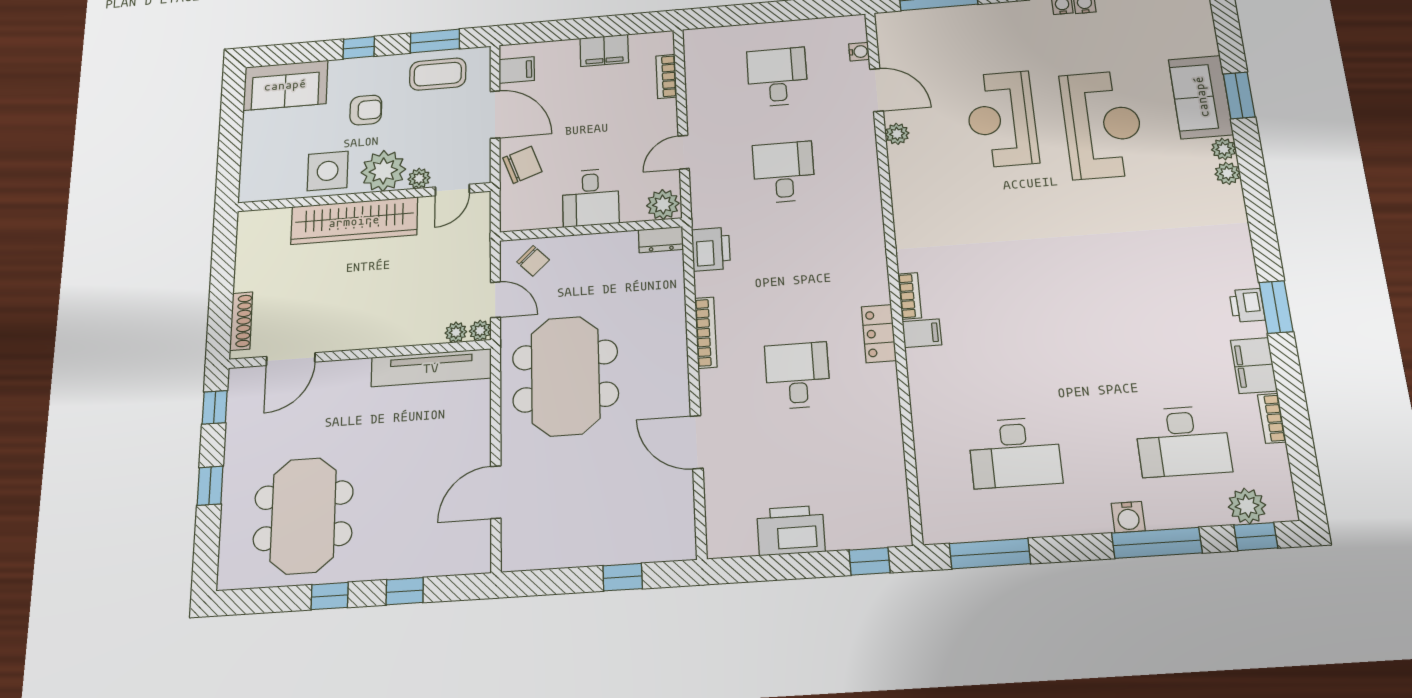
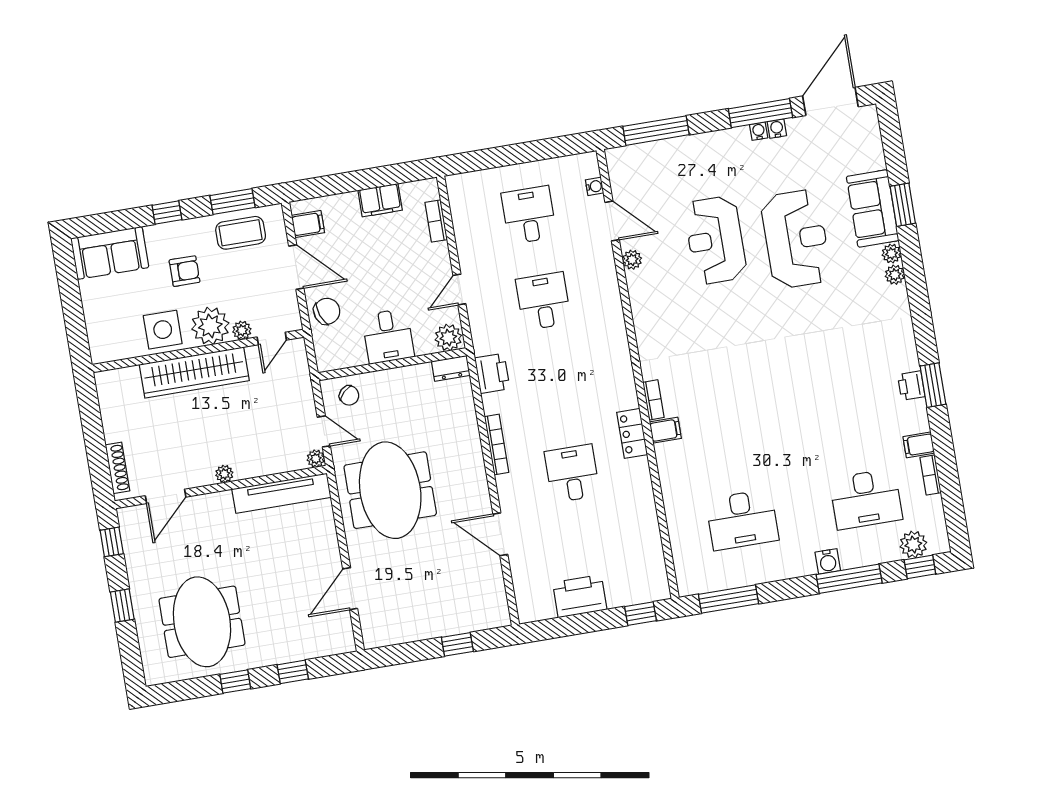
plant: (456, 332) -> (224, 474), moved
filing cabinet: (1254, 366) -> (919, 445), width x0.50

